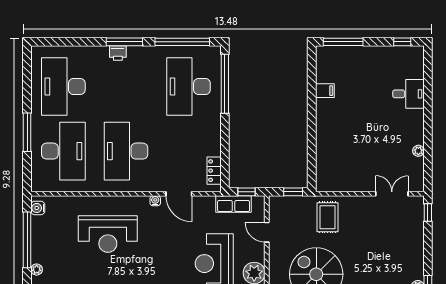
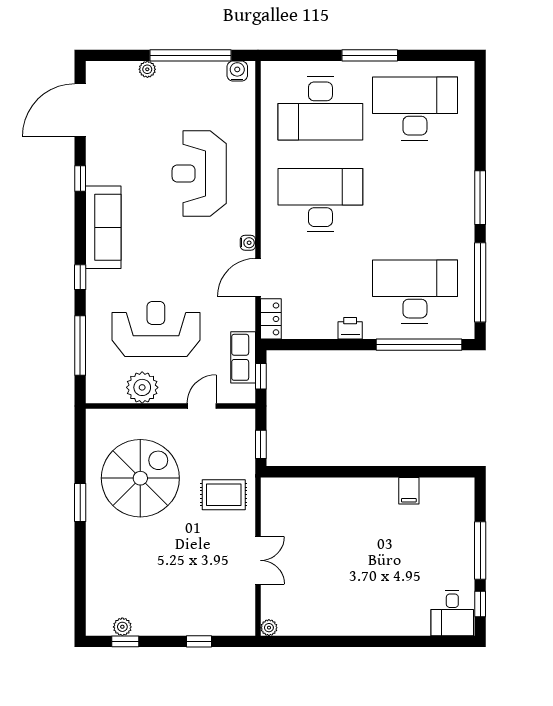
window: (343, 42) -> (480, 550), moved
printer: (118, 53) -> (350, 328), moved, turned 90
desk: (408, 94) -> (452, 613), moved
window: (27, 132) -> (370, 55), moved
plant: (418, 151) -> (269, 628), moved
locker: (214, 171) -> (271, 319), moved, turned 90
double door: (392, 194) -> (258, 560), moved
window: (428, 212) -> (199, 641), moved

